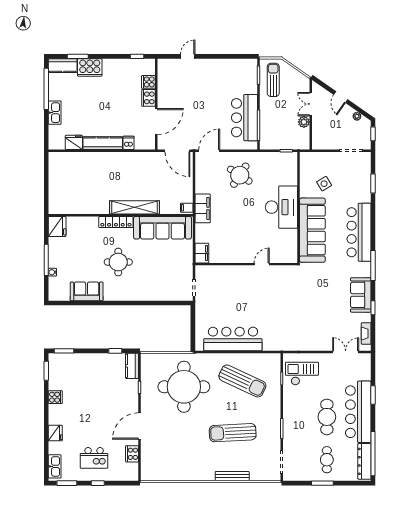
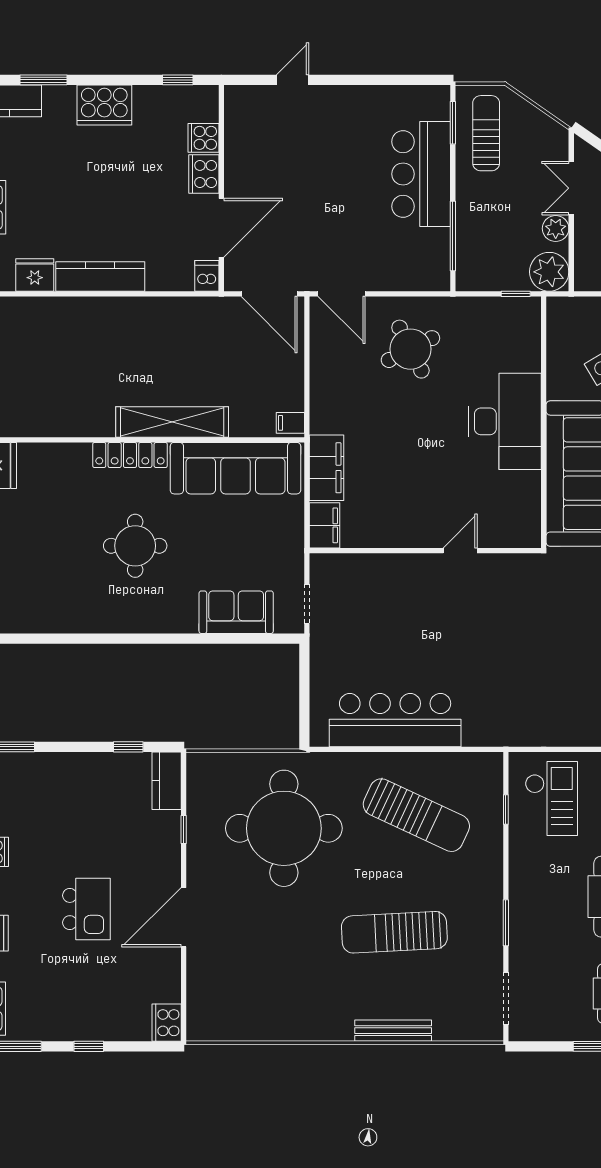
cooker: (90, 67) -> (104, 105), moved
bar counter: (244, 118) -> (421, 174), moved
plant: (301, 141) -> (549, 272), added
dishwasher: (129, 143) -> (207, 276), moved
door: (209, 151) -> (342, 294), swing flipped
round table: (240, 175) -> (410, 349), turned 30
filing cabinet: (203, 208) -> (327, 468), moved
sofa: (87, 291) -> (236, 612), moved
checkout: (302, 374) -> (551, 799), turned 90
cooker: (132, 454) -> (167, 1023), moved
kitchen island: (94, 458) -> (86, 909), moved, turned -90

